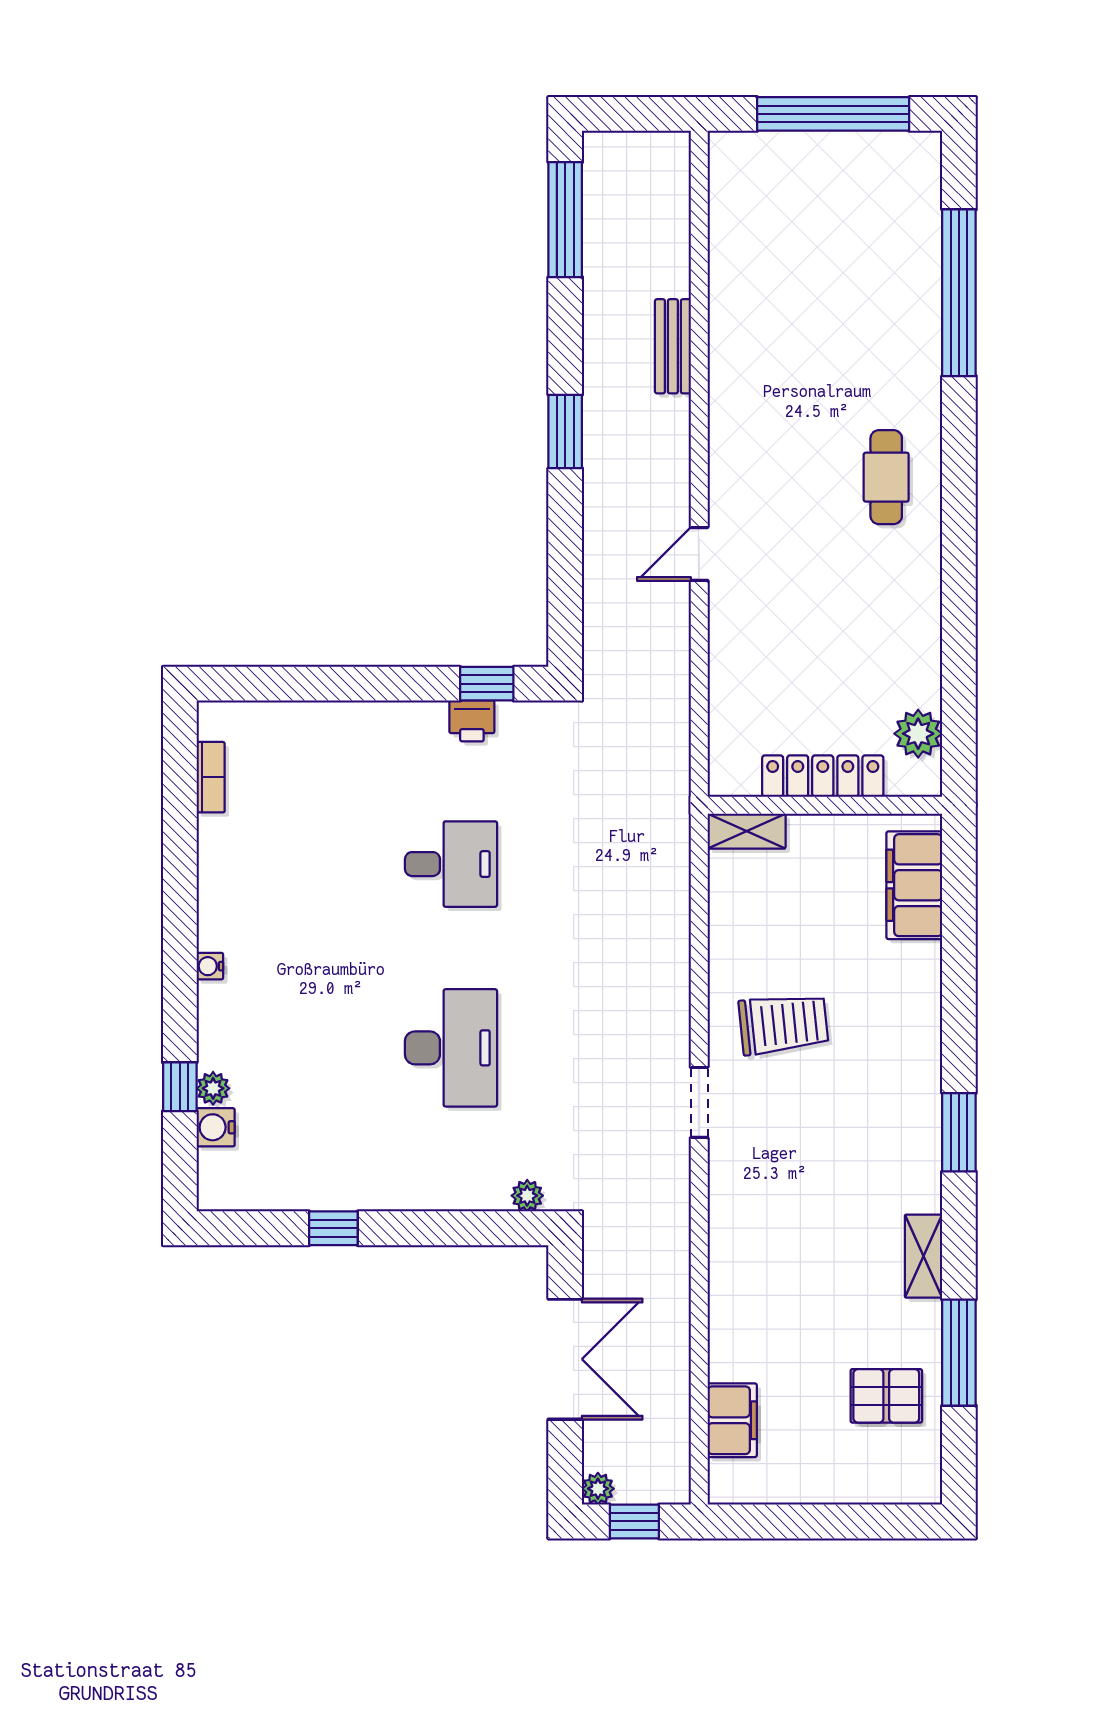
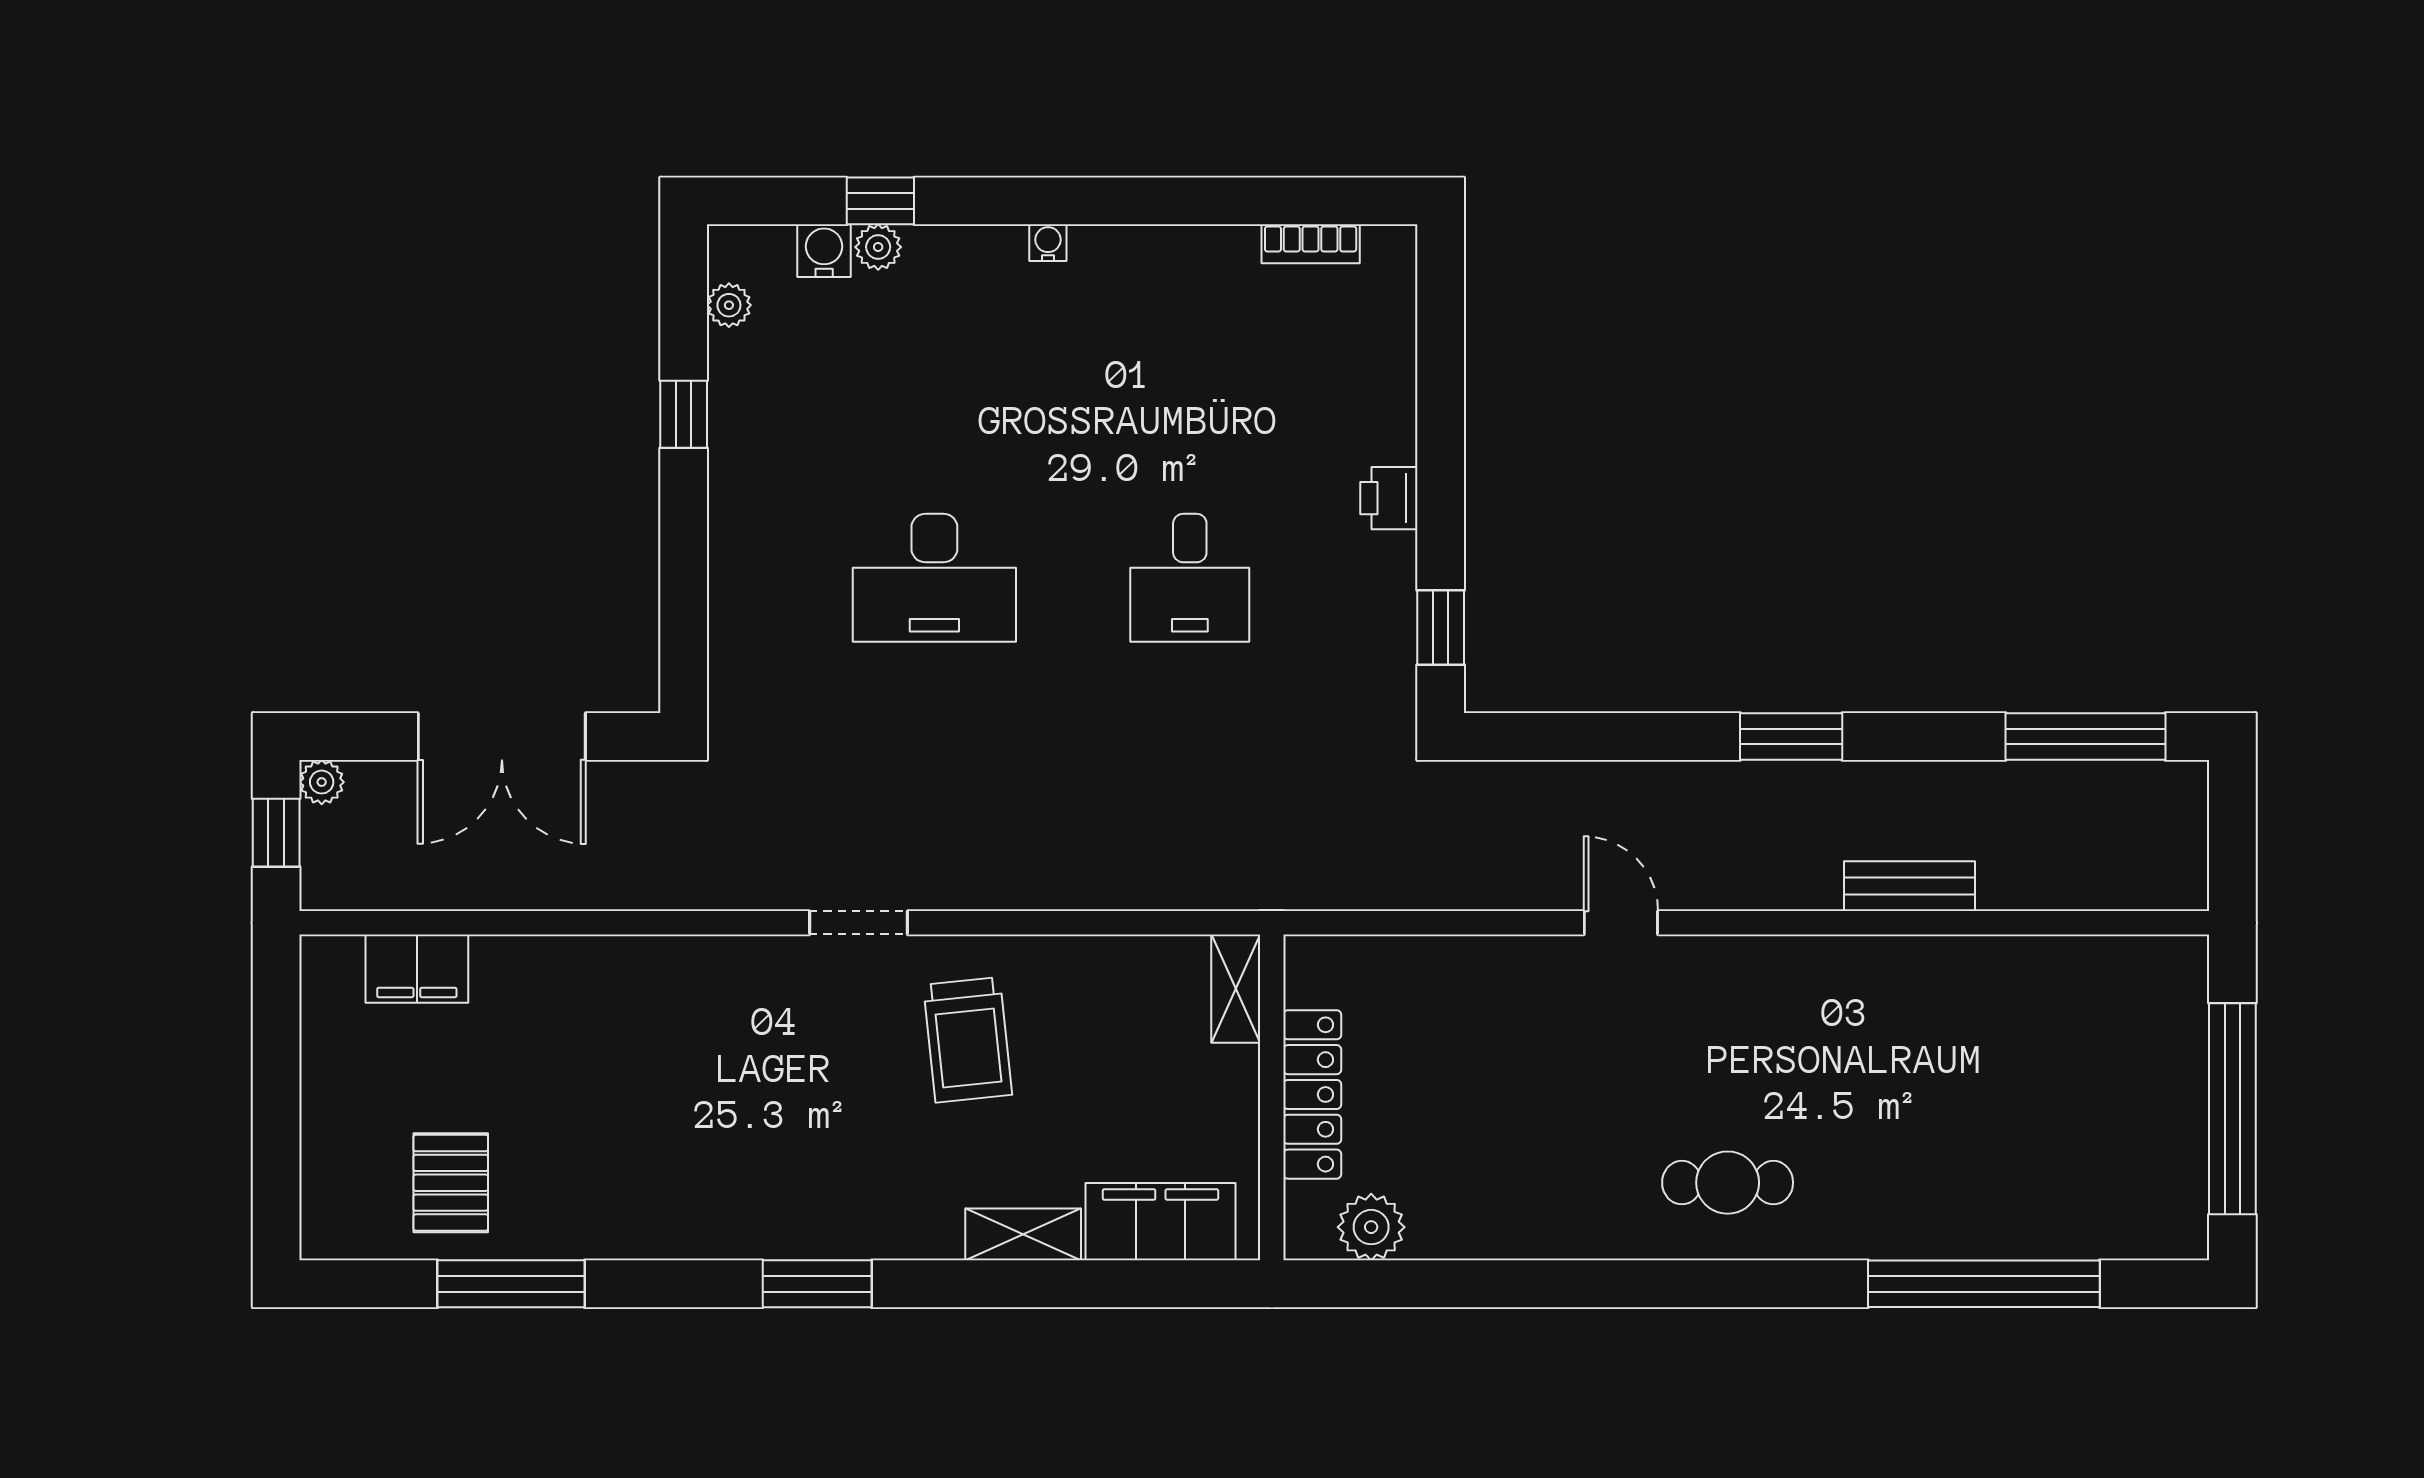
printer: (472, 721) -> (1389, 498), moved
plant: (527, 1196) -> (729, 305), moved
shelving: (923, 1256) -> (1023, 1234), moved

